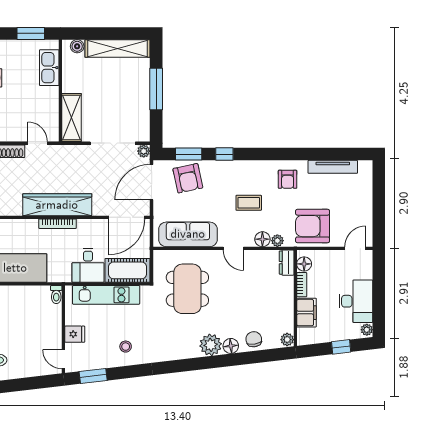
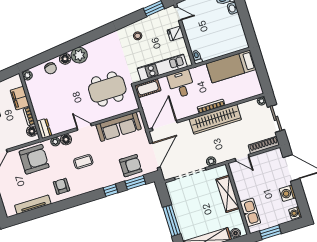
shelving: (72, 118) -> (228, 194), moved
plant: (144, 151) -> (211, 161), moved
armchair: (188, 178) -> (131, 166), turned 102
cot: (128, 270) -> (148, 88), width x0.73, depth x0.75
dining table: (187, 289) -> (107, 89), turned 90

